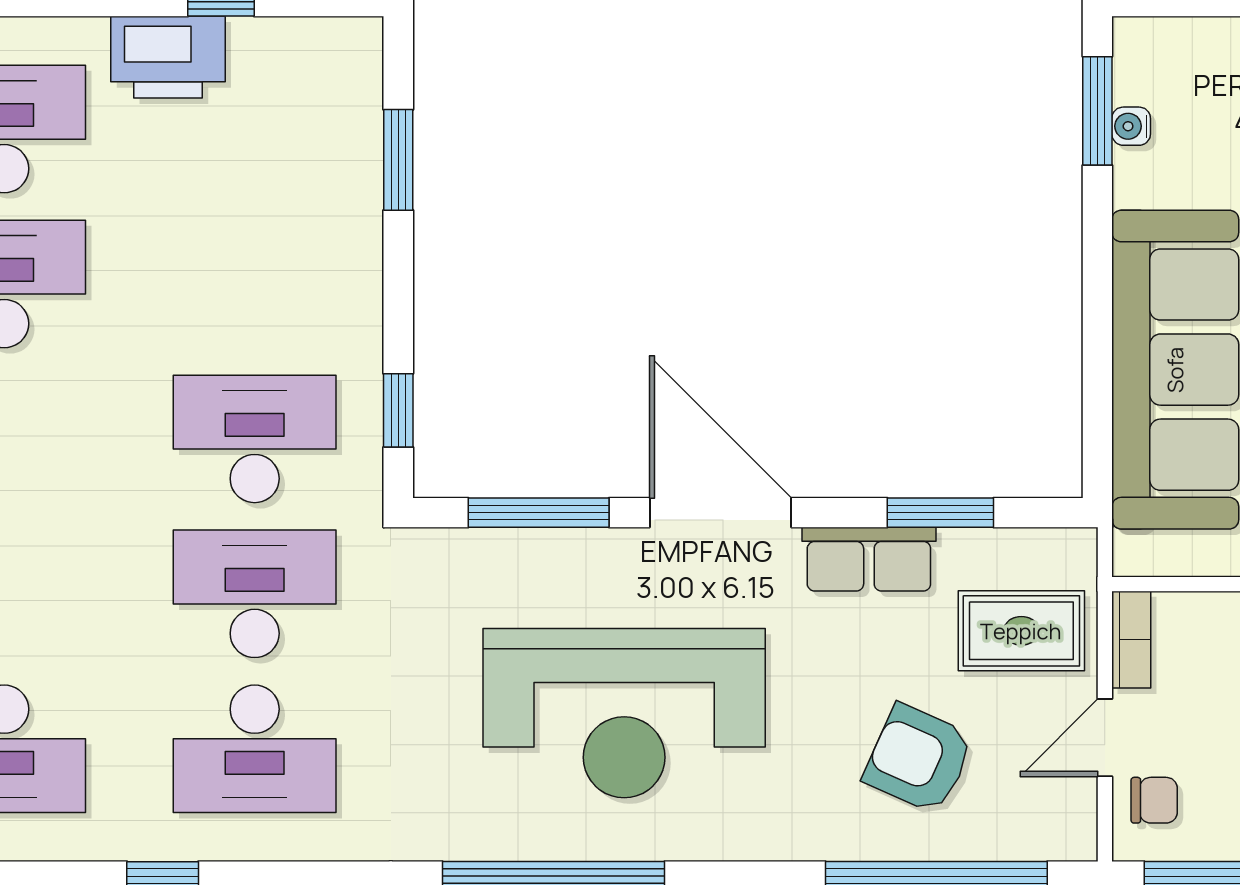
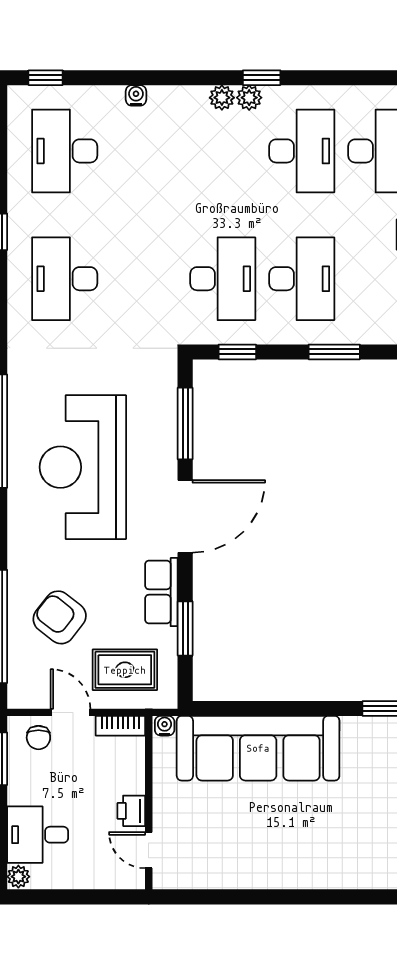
water cooler: (1131, 126) -> (165, 726), moved
window: (398, 160) -> (334, 352), moved
desk: (255, 594) -> (302, 279), moved
rug: (1021, 631) -> (125, 670), turned 90
armchair: (919, 759) -> (60, 617), turned -76

